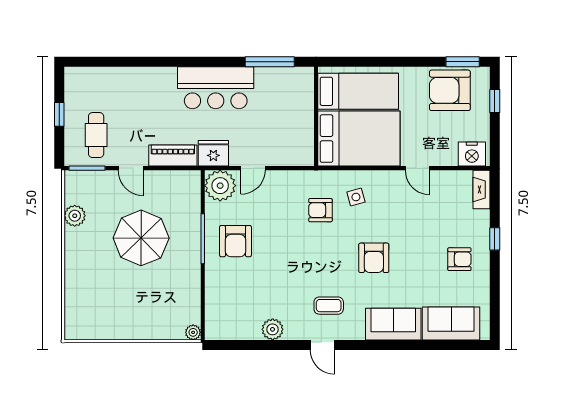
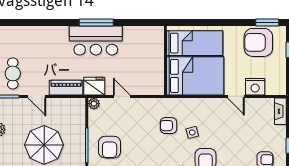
window: (270, 62) -> (96, 23), moved
nightstand: (472, 154) -> (255, 87), moved
door: (253, 168) -> (122, 96), swing flipped
plant: (220, 186) -> (94, 104), width x0.53, depth x0.53
side table: (356, 197) -> (192, 132), moved

